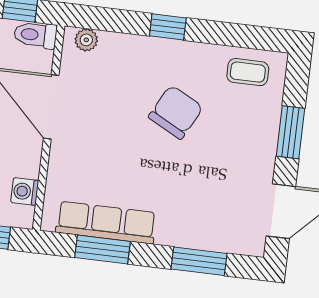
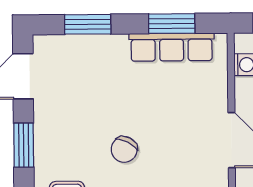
chair: (176, 112) -> (124, 149), width x0.73, depth x0.73

